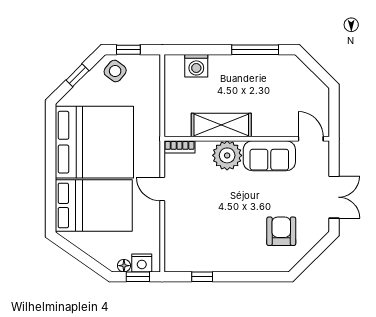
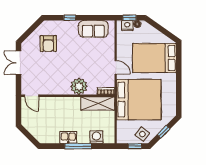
window: (255, 50) -> (78, 146), moved
kitchen sink: (246, 65) -> (68, 137), added
shelving: (221, 125) -> (98, 104), moved
bed: (94, 142) -> (139, 100), moved, turned 180
sofa: (269, 156) -> (93, 29), moved, turned 180
window: (202, 277) -> (70, 18), moved

